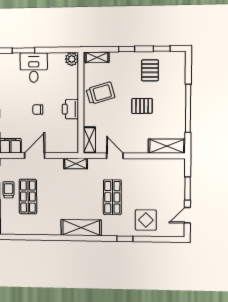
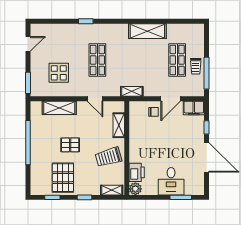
pallet: (150, 70) -> (63, 178), width x1.50, depth x1.42
printer: (70, 109) -> (137, 172), moved
chair: (38, 110) -> (153, 112), moved
shelving: (89, 140) -> (119, 125), moved
shelving: (167, 146) -> (59, 108), moved
window: (188, 188) -> (28, 83), moved
display table: (146, 220) -> (59, 73), moved
shelving: (81, 228) -> (147, 31), moved

